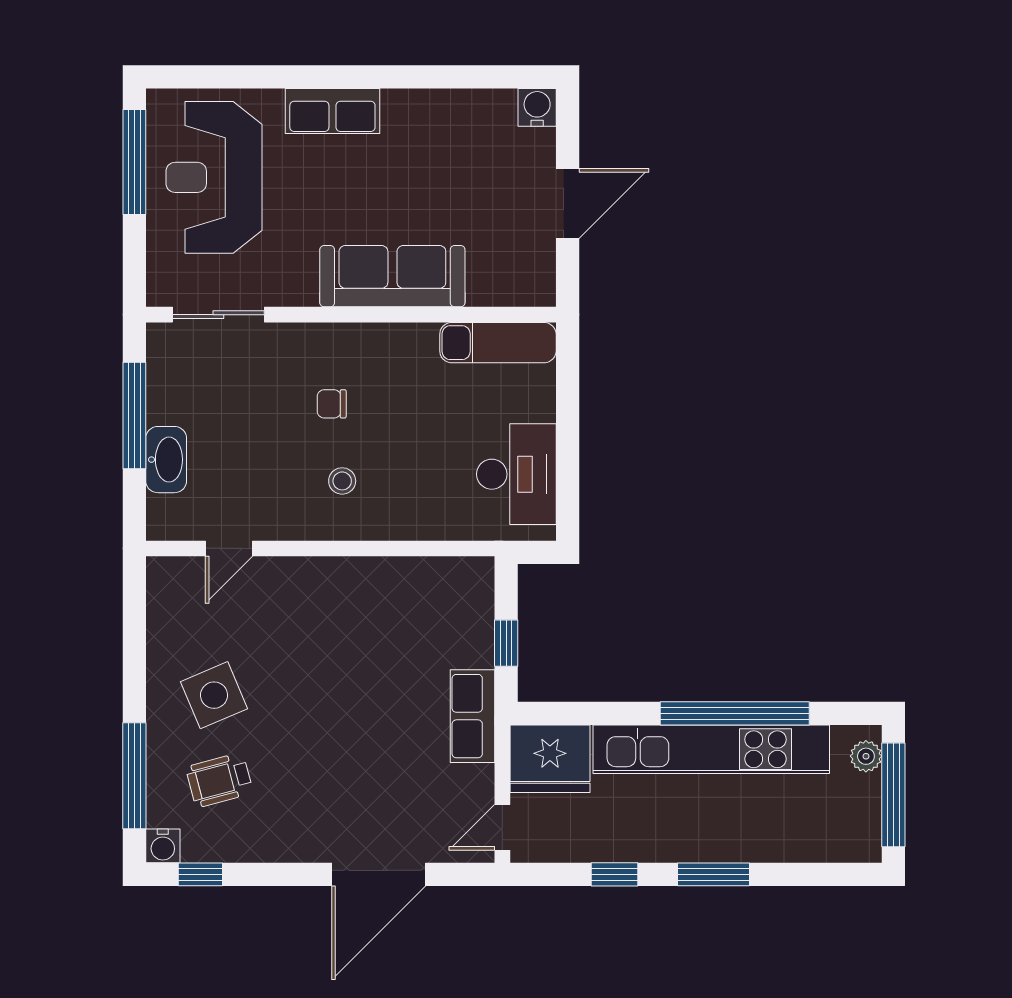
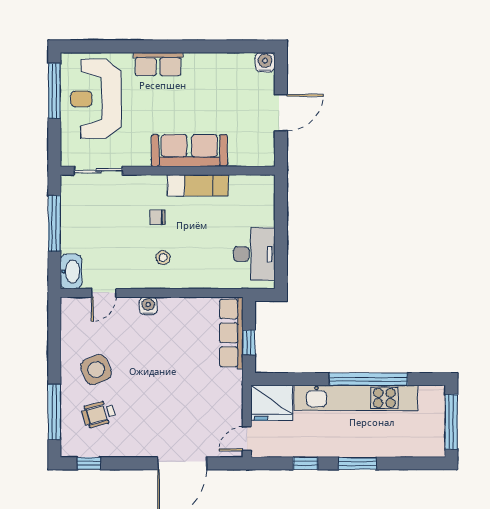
exam couch: (498, 343) -> (198, 185), moved
washbasin: (166, 460) -> (71, 272), moved
row of seats: (472, 716) -> (231, 333), moved, width x1.48
plant: (866, 756) -> (437, 402), removed
water cooler: (163, 846) -> (148, 306), moved, turned 180

